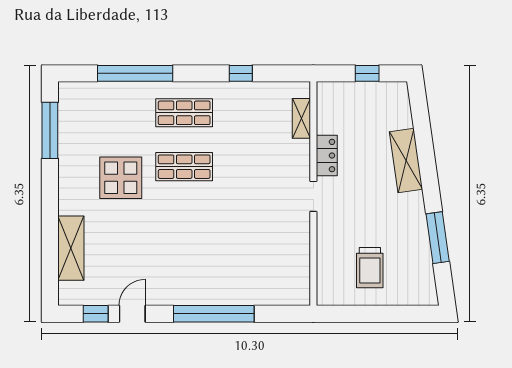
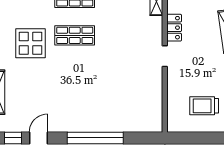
trolley: (370, 268) -> (204, 106), turned 90

